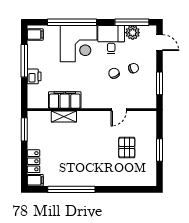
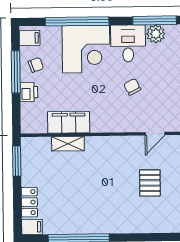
chair: (134, 68) -> (36, 65), moved
door: (119, 110) -> (155, 134), moved

